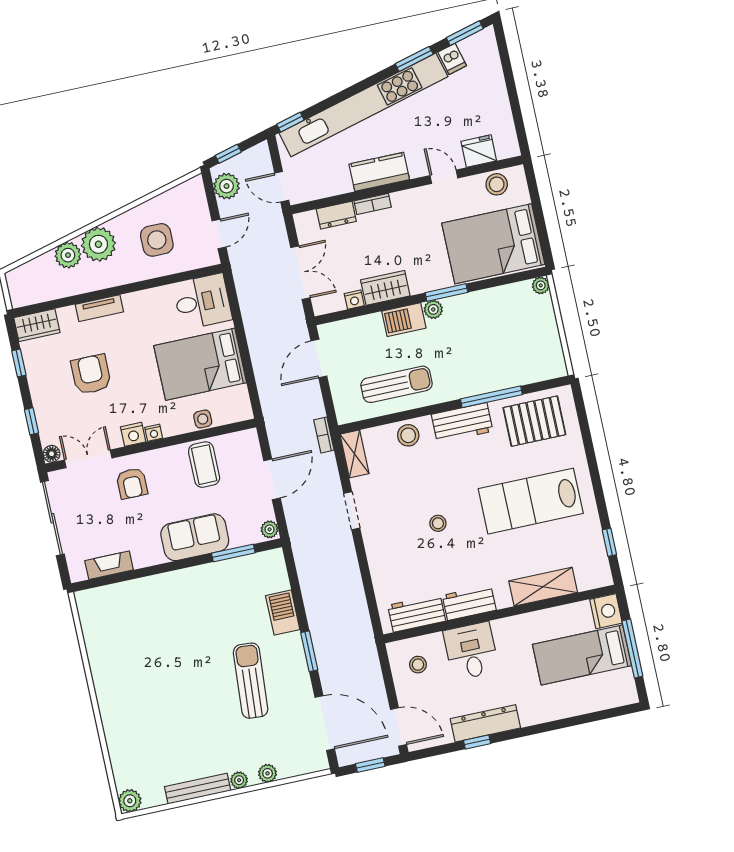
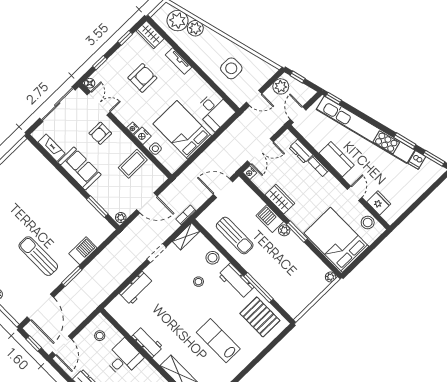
plant: (98, 244) -> (178, 21), moved
nightstand: (354, 300) -> (250, 173), moved
nightstand: (133, 434) -> (142, 136), moved
lab bench: (531, 501) -> (218, 341), width x0.73, depth x0.72
stool: (438, 523) -> (198, 282), moved
sofa: (195, 537) -> (80, 168), moved
workbench: (417, 613) -> (136, 288), moved, turned 90
sun lounger: (251, 681) -> (38, 256), turned -94

